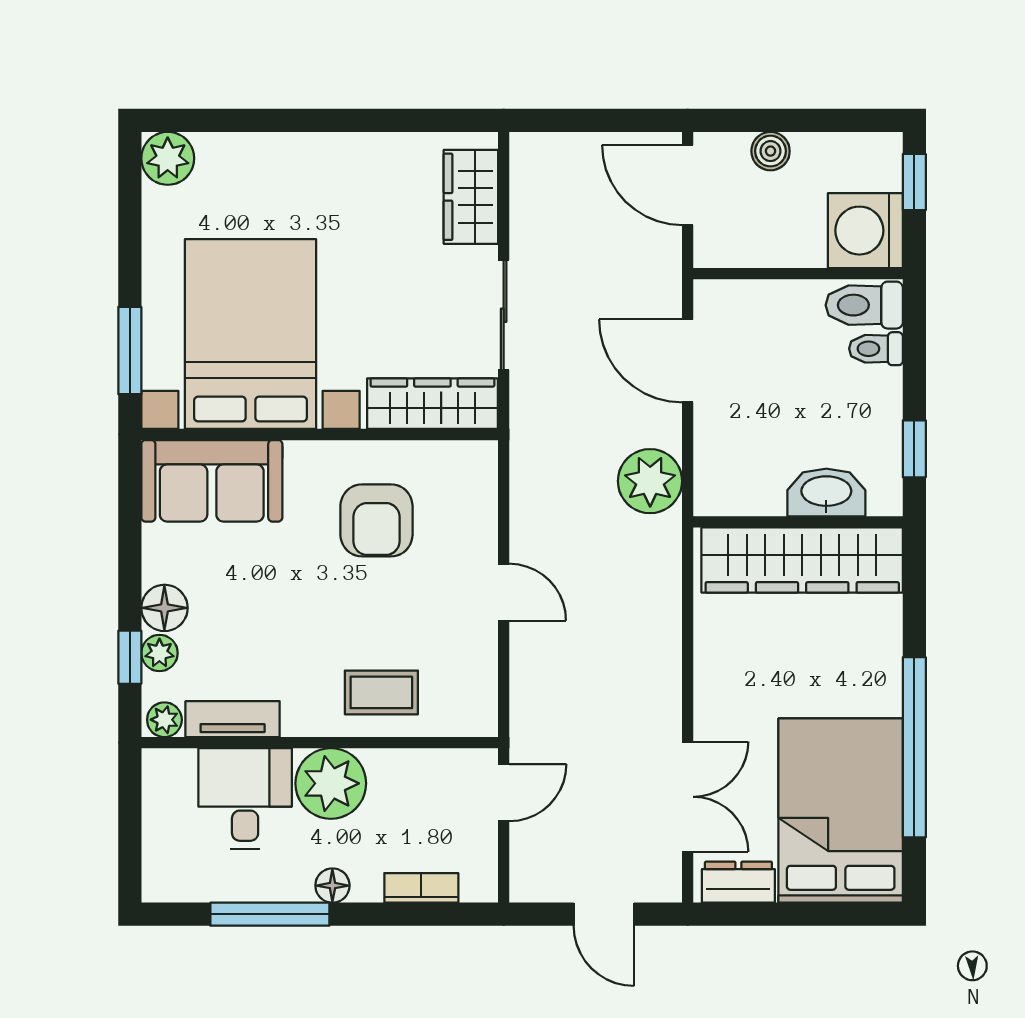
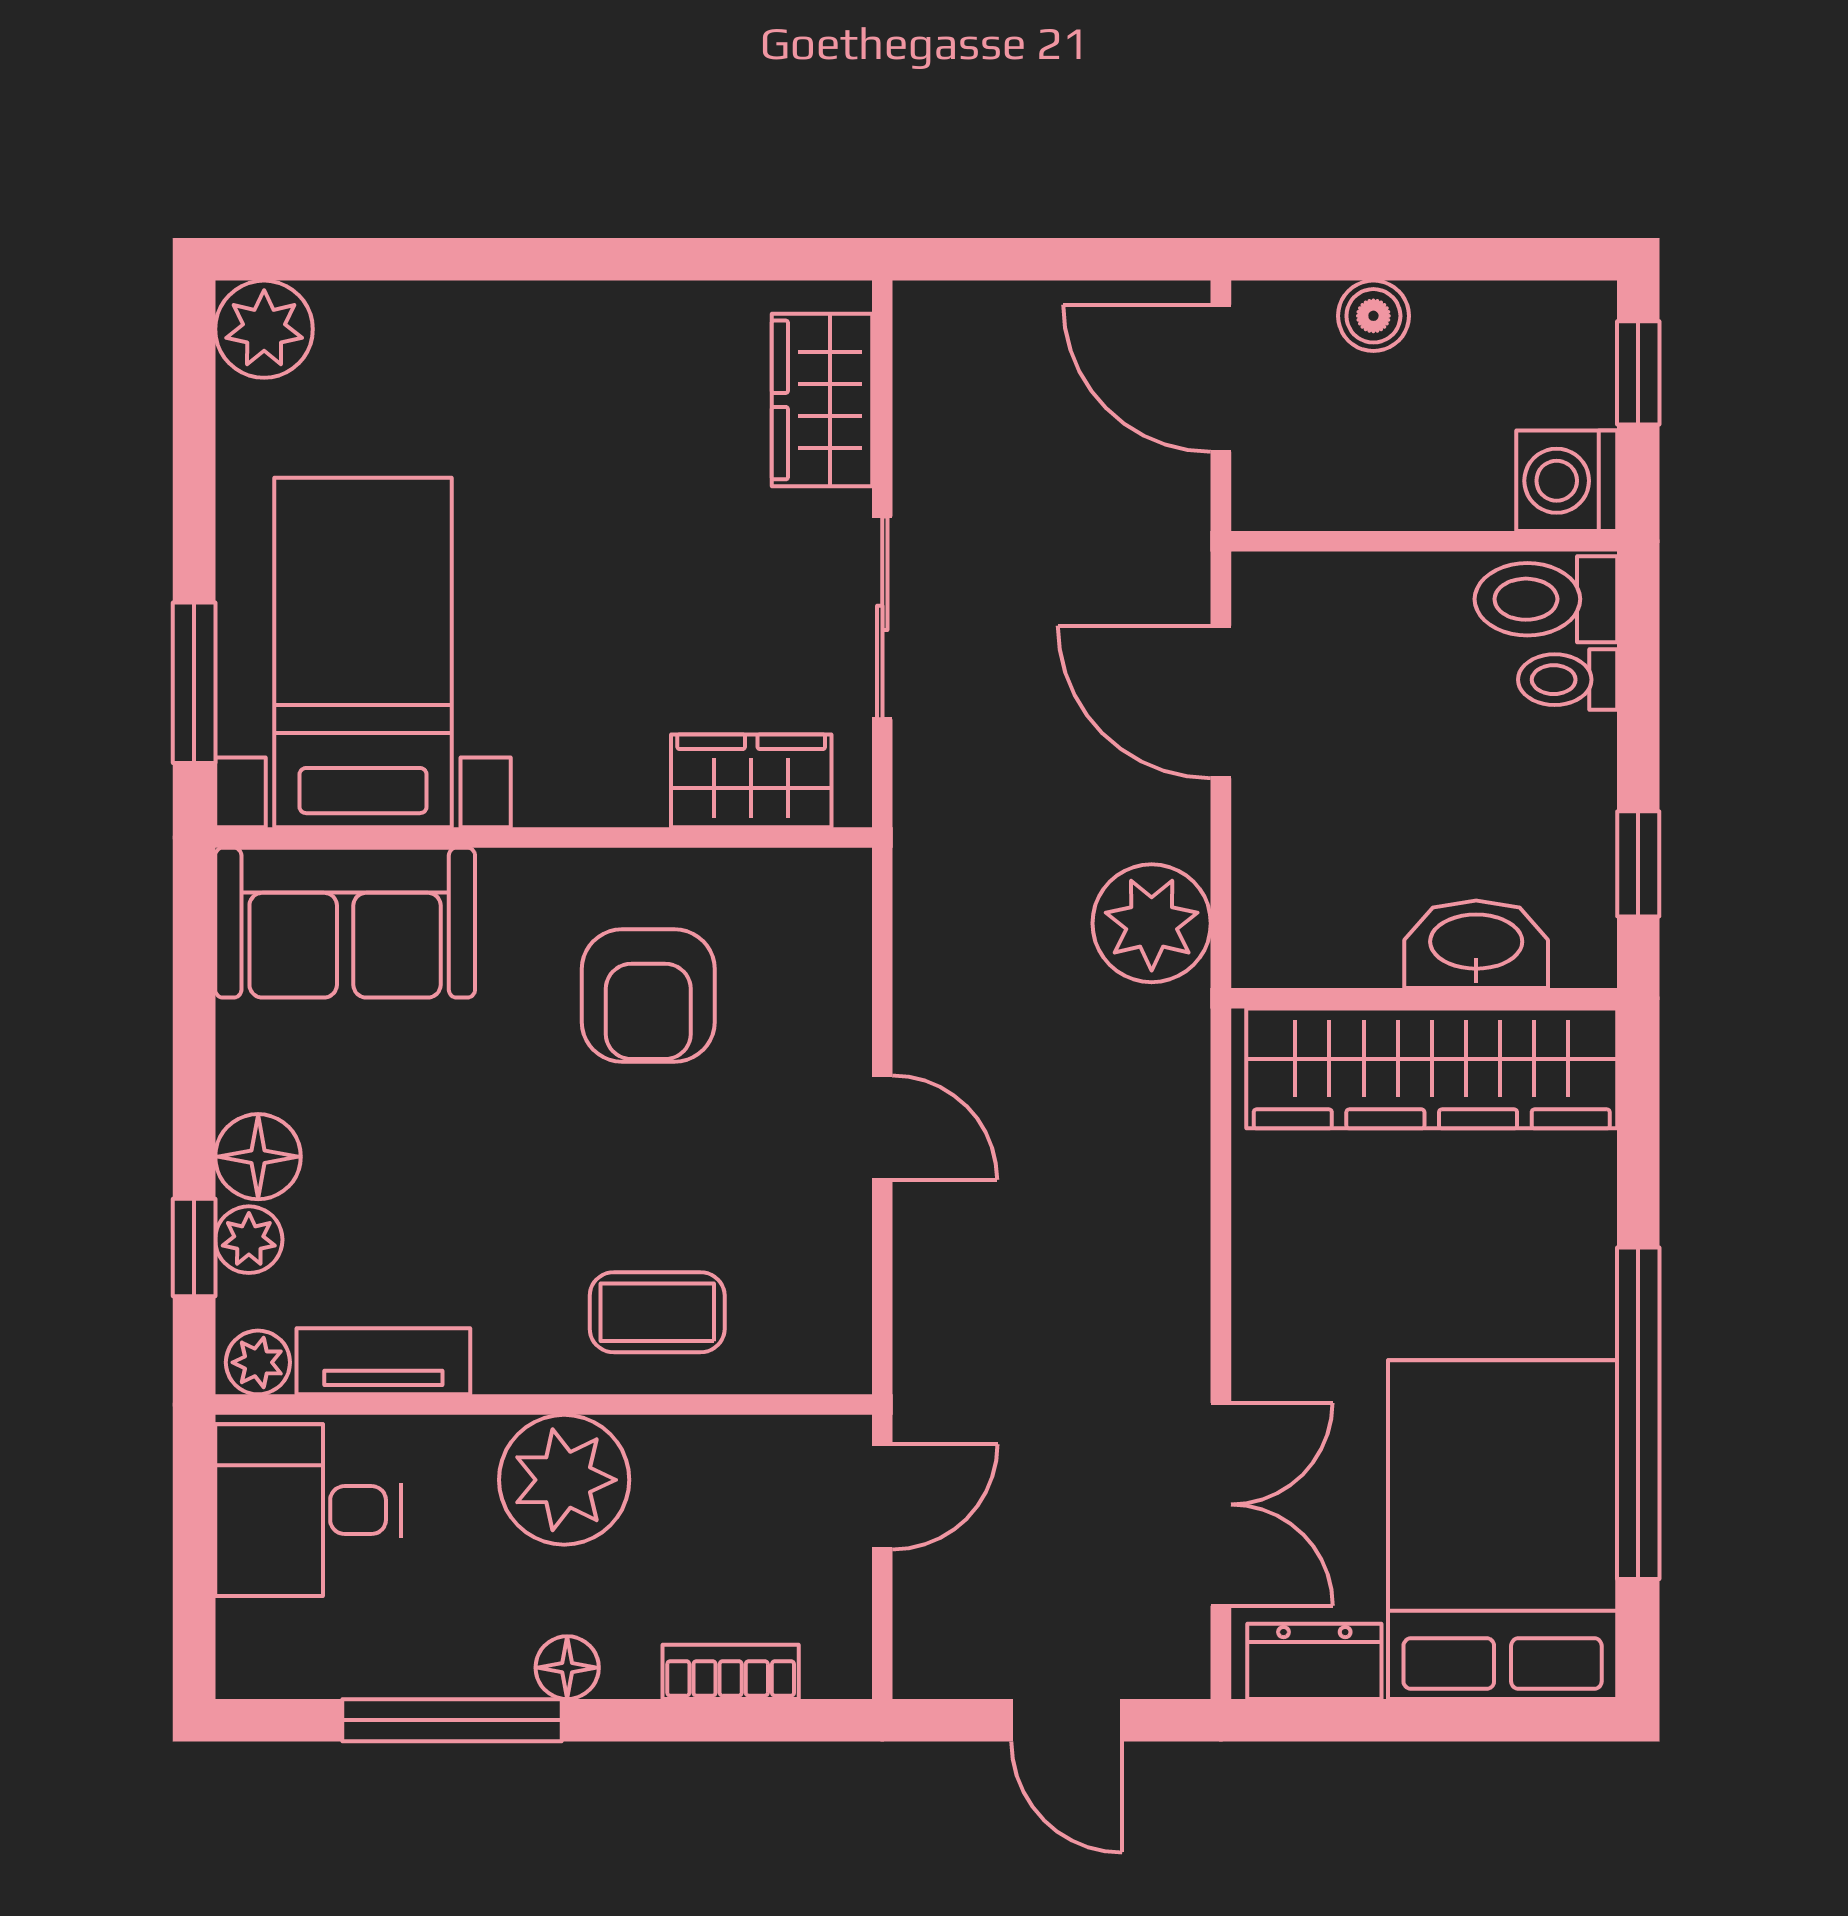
washing machine: (865, 231) -> (1567, 481), width x0.73, depth x0.73
bed with nightstands: (251, 334) -> (363, 652), width x0.73
wardrobe: (432, 404) -> (751, 781), width x0.67
desk: (245, 799) -> (308, 1510), moved, turned -90

